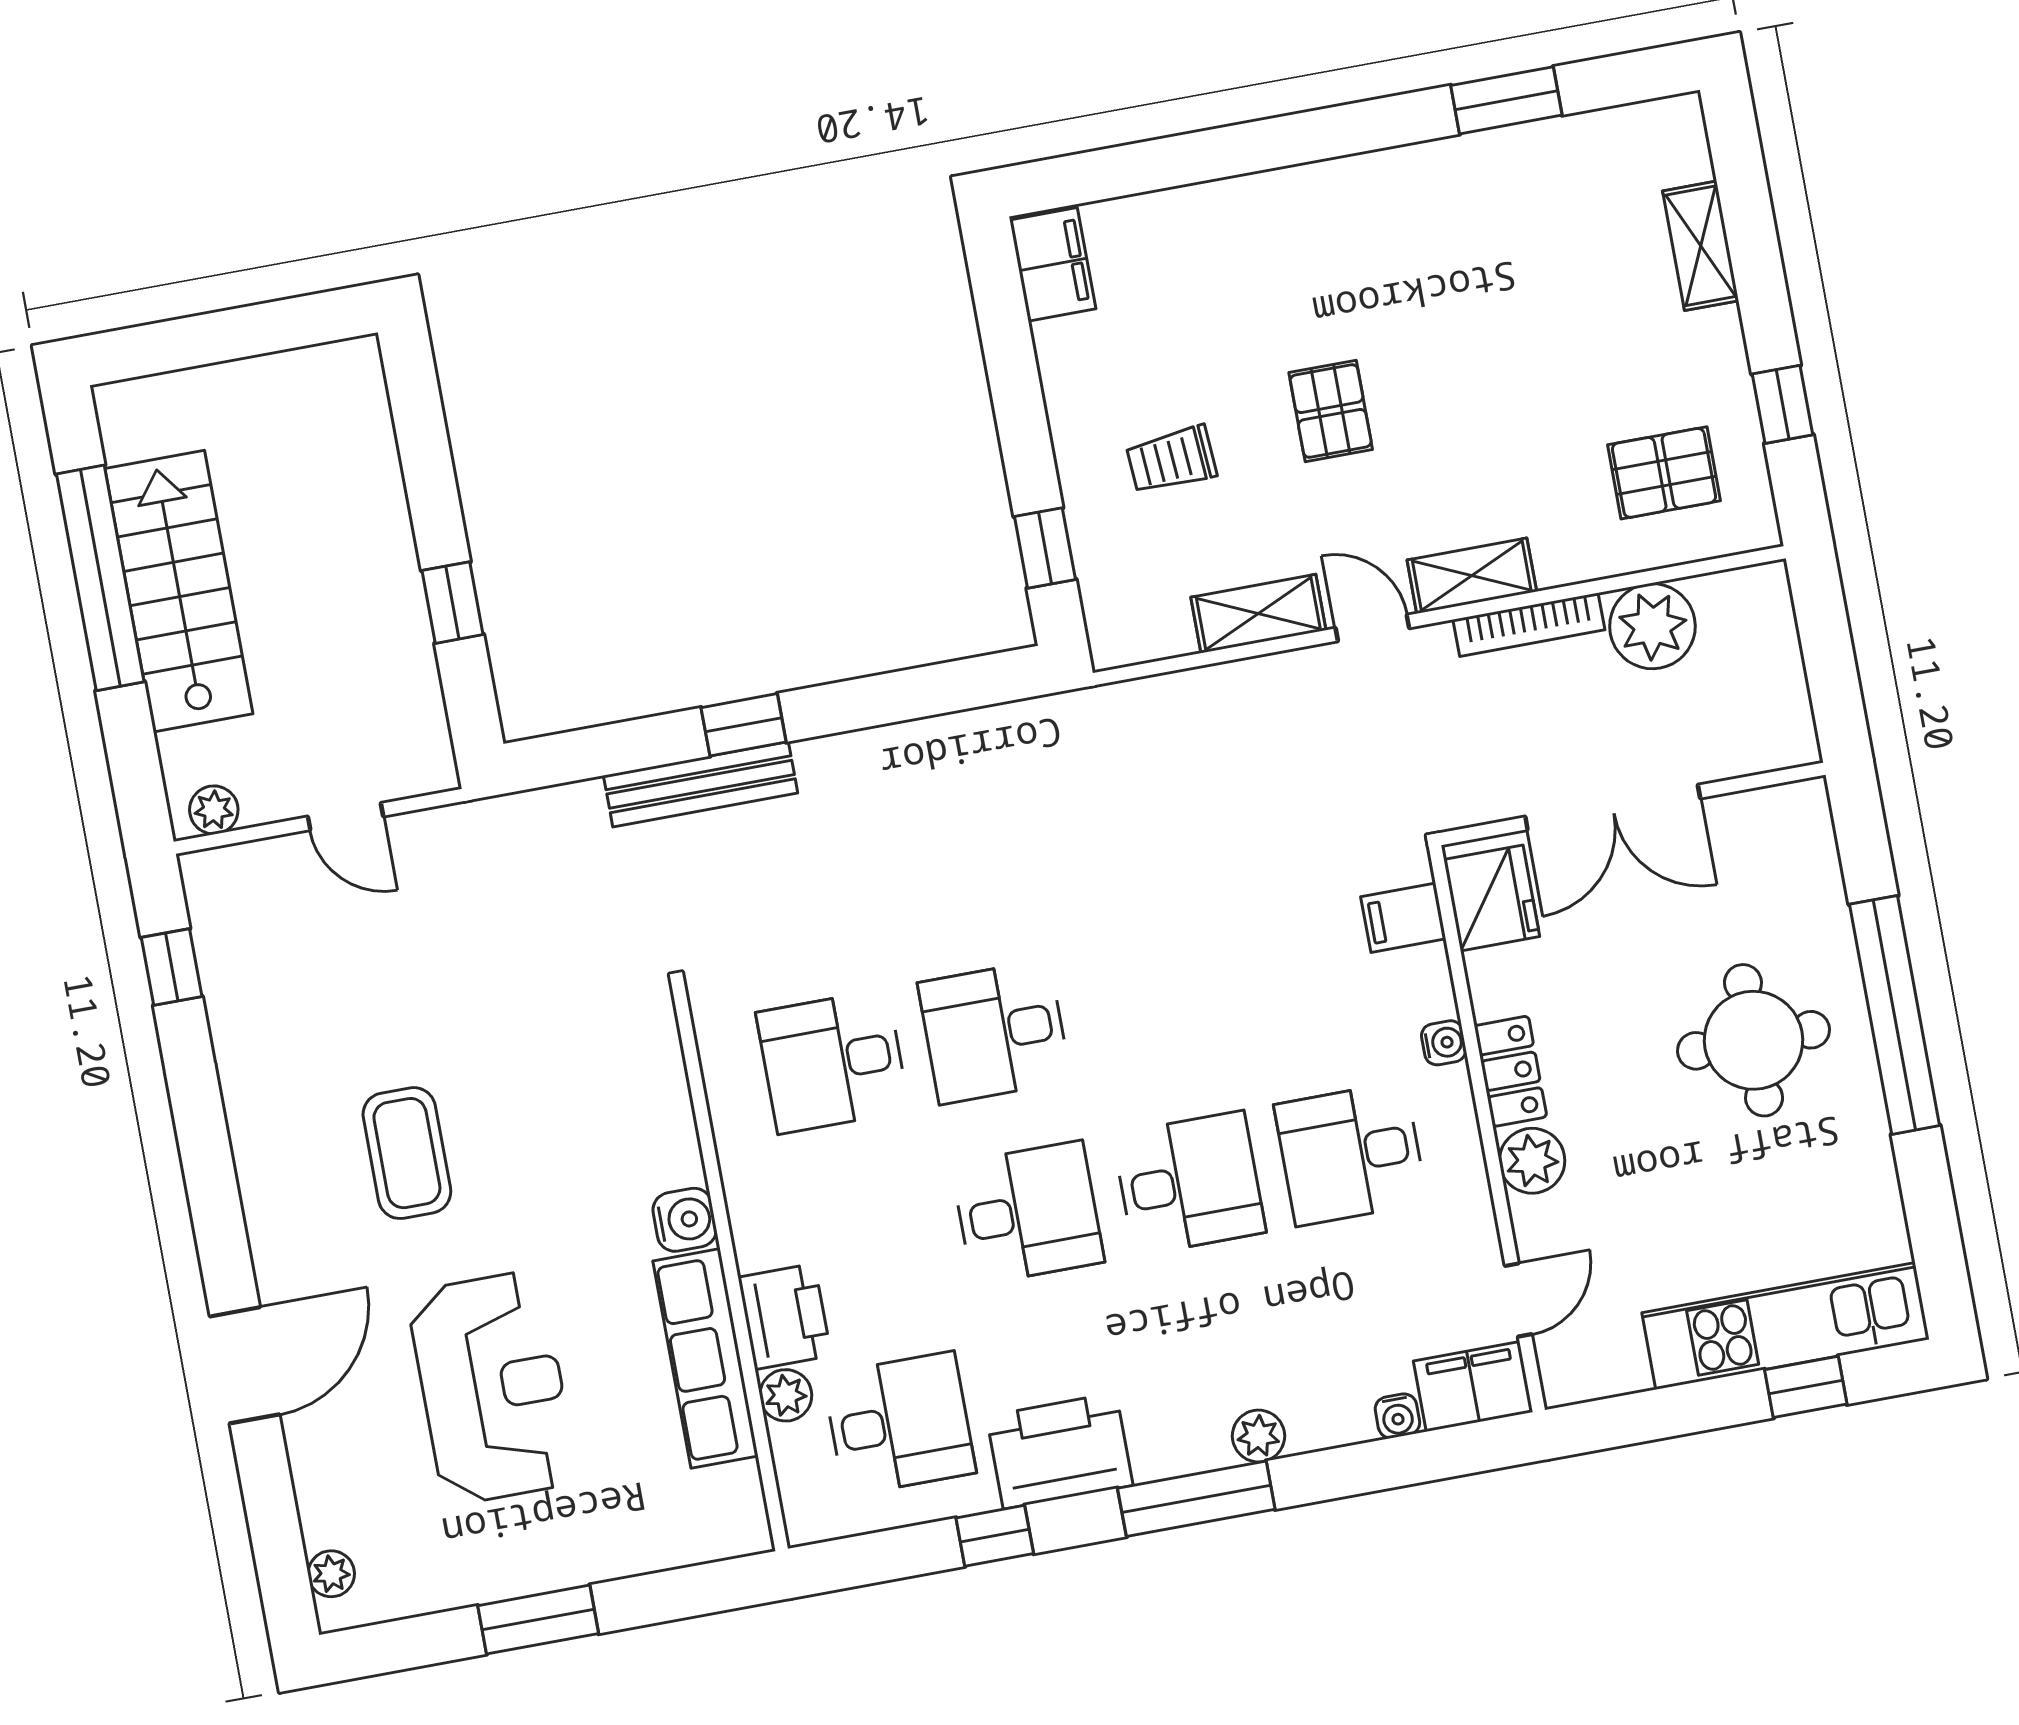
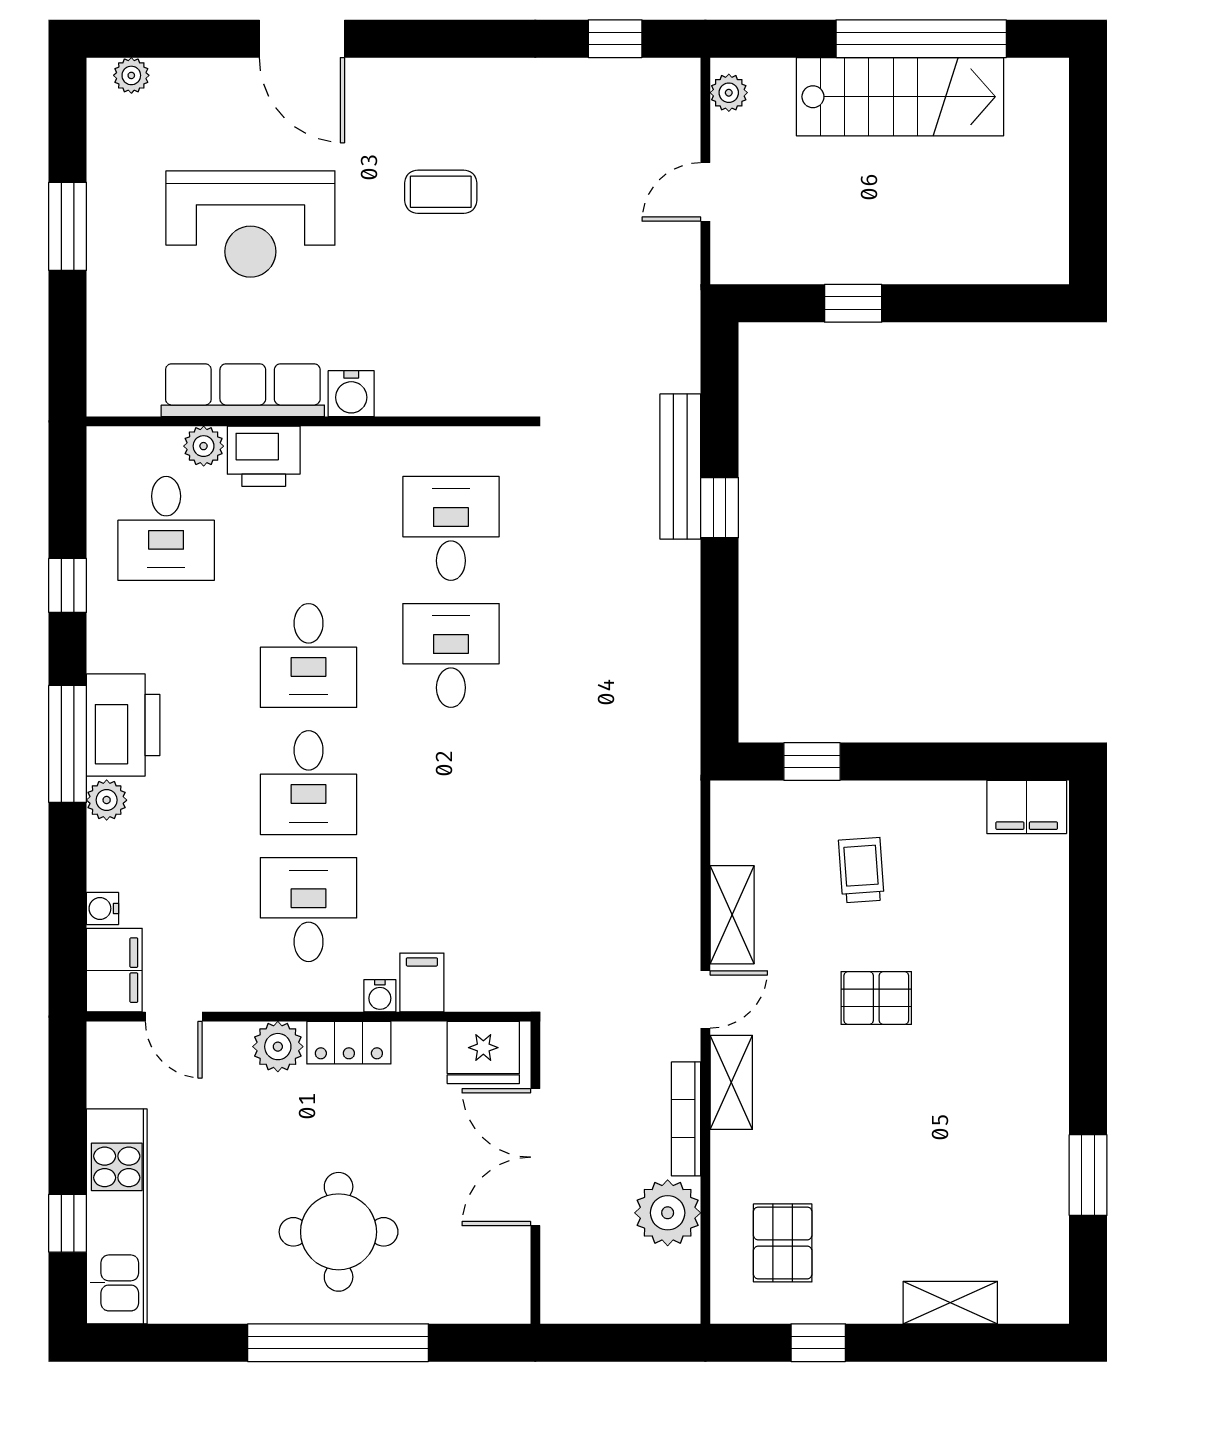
filing cabinet: (1403, 918) -> (422, 983), moved
coffee table: (407, 1153) -> (441, 192), width x0.73, depth x0.77
printer: (1060, 1451) -> (123, 725), moved

